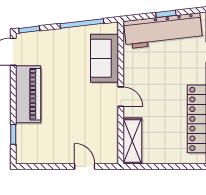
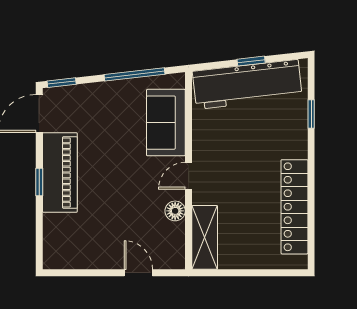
door: (121, 97) -> (189, 176), swing flipped
floor lamp: (111, 122) -> (175, 211), added
window: (13, 134) -> (39, 182), moved

